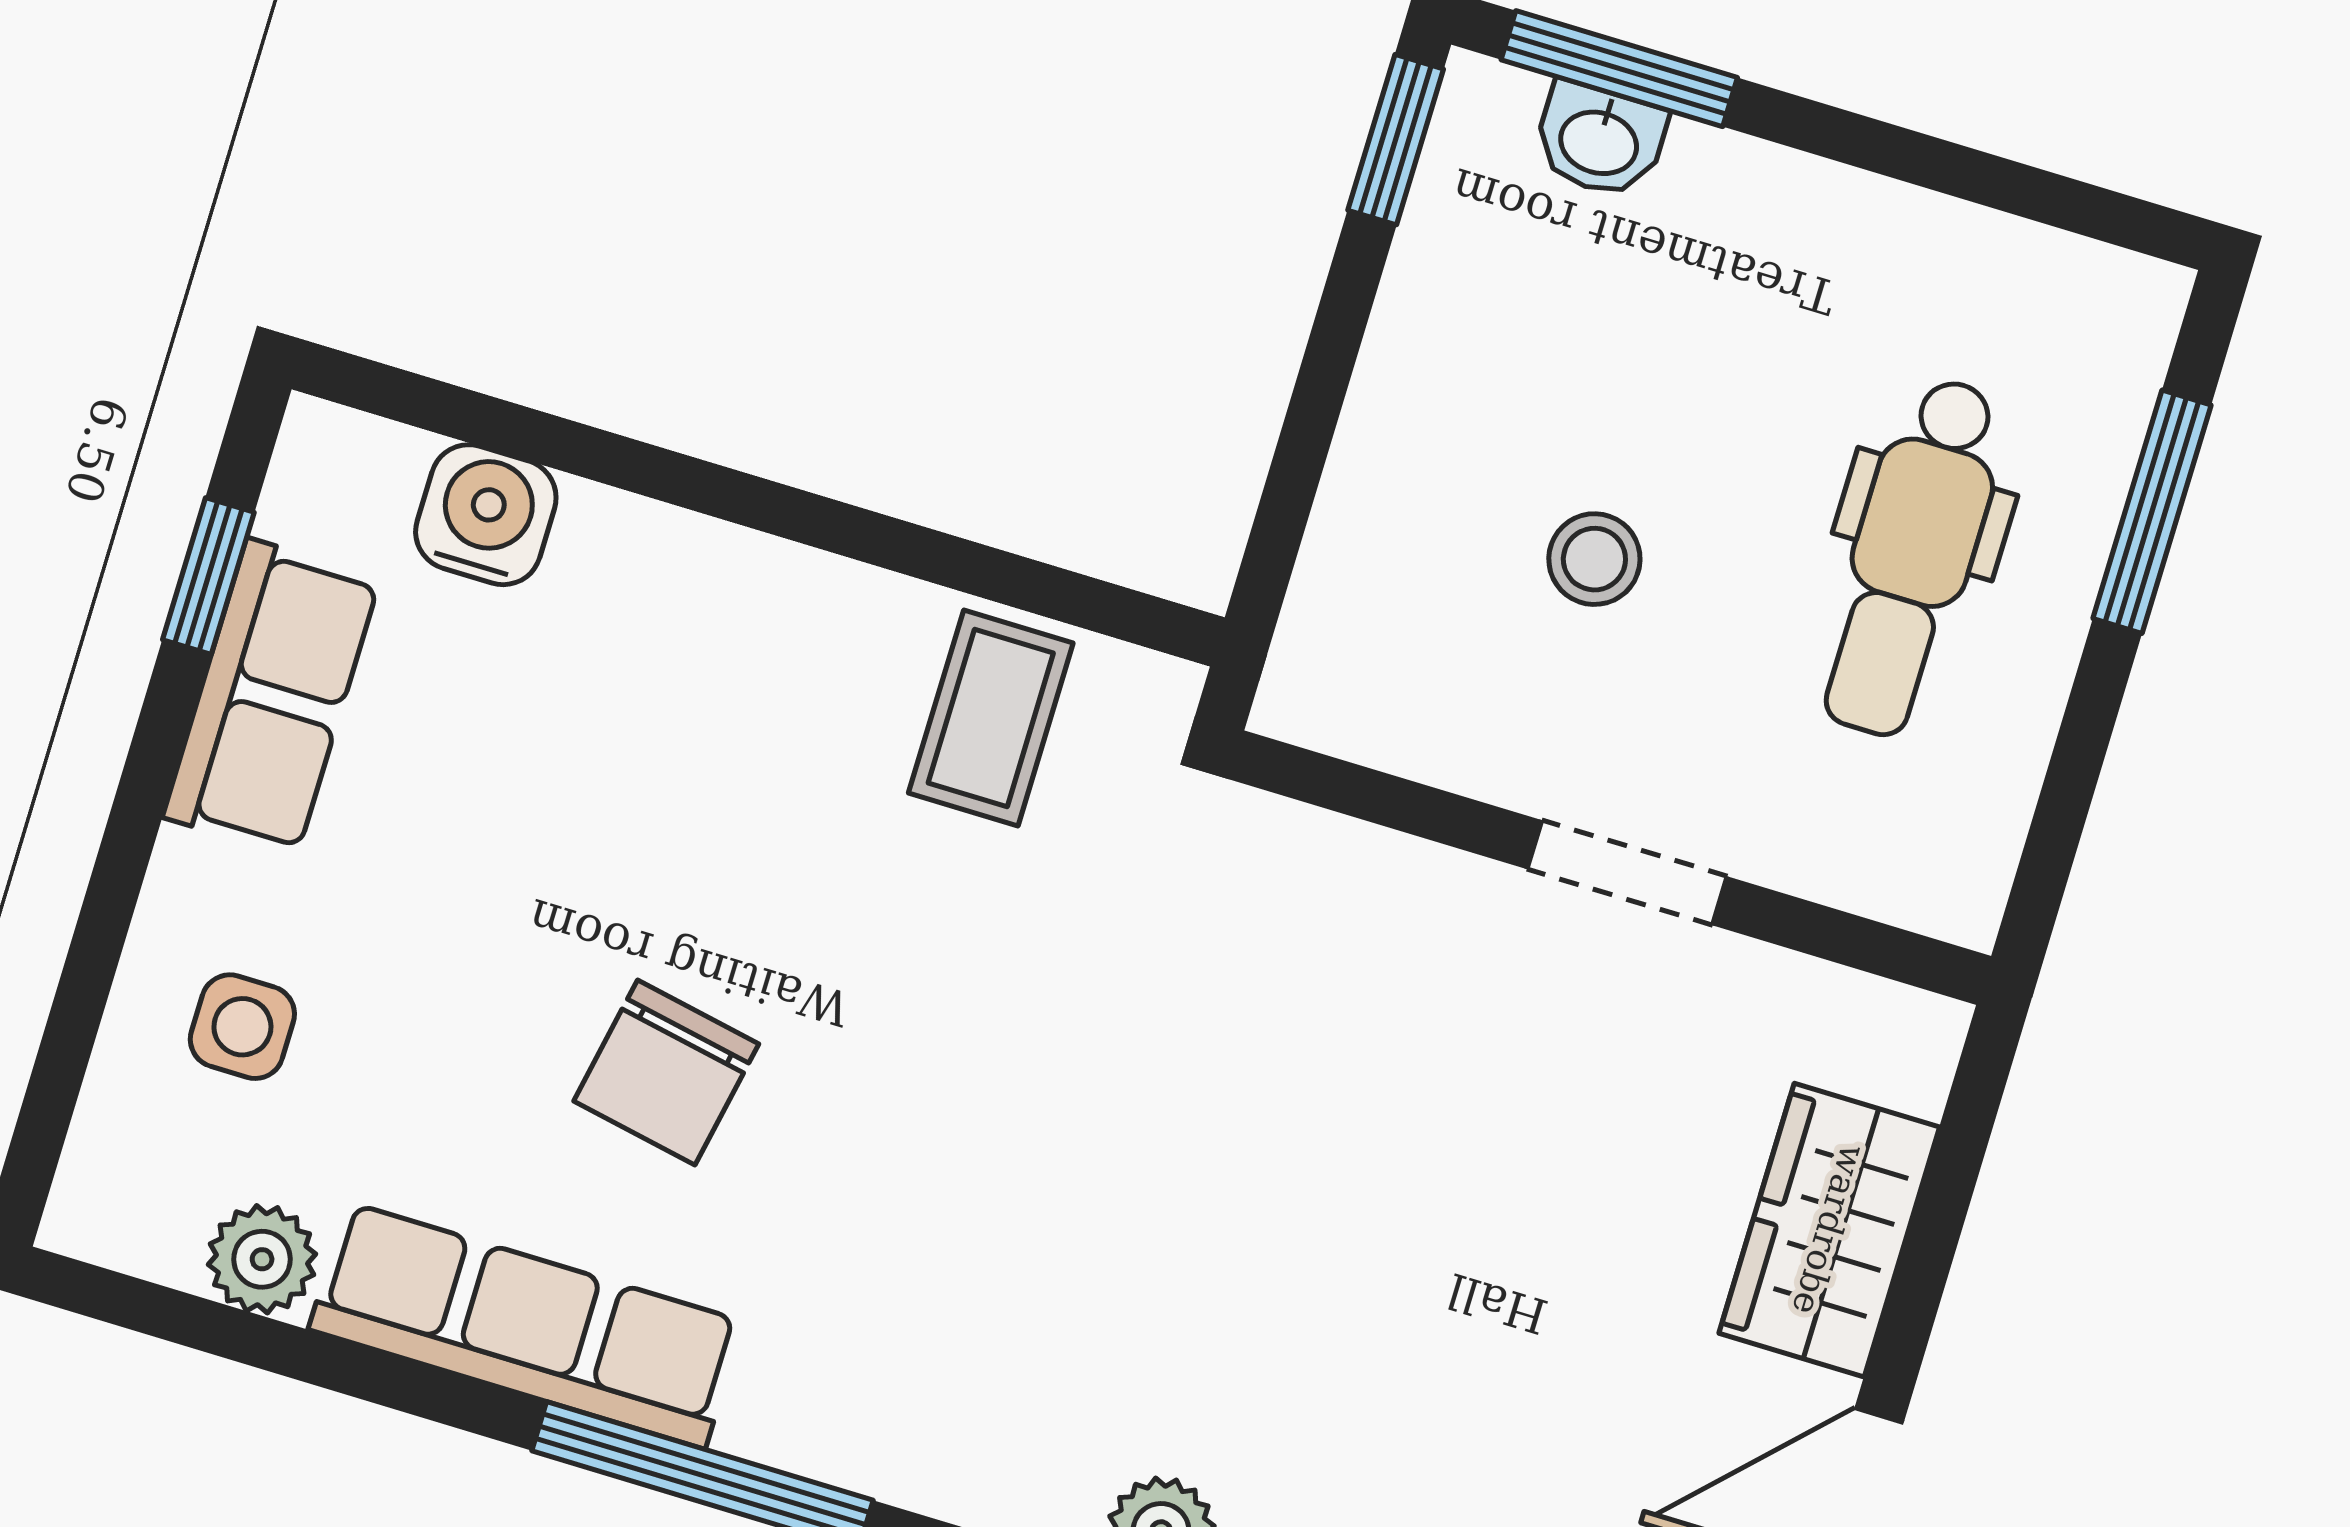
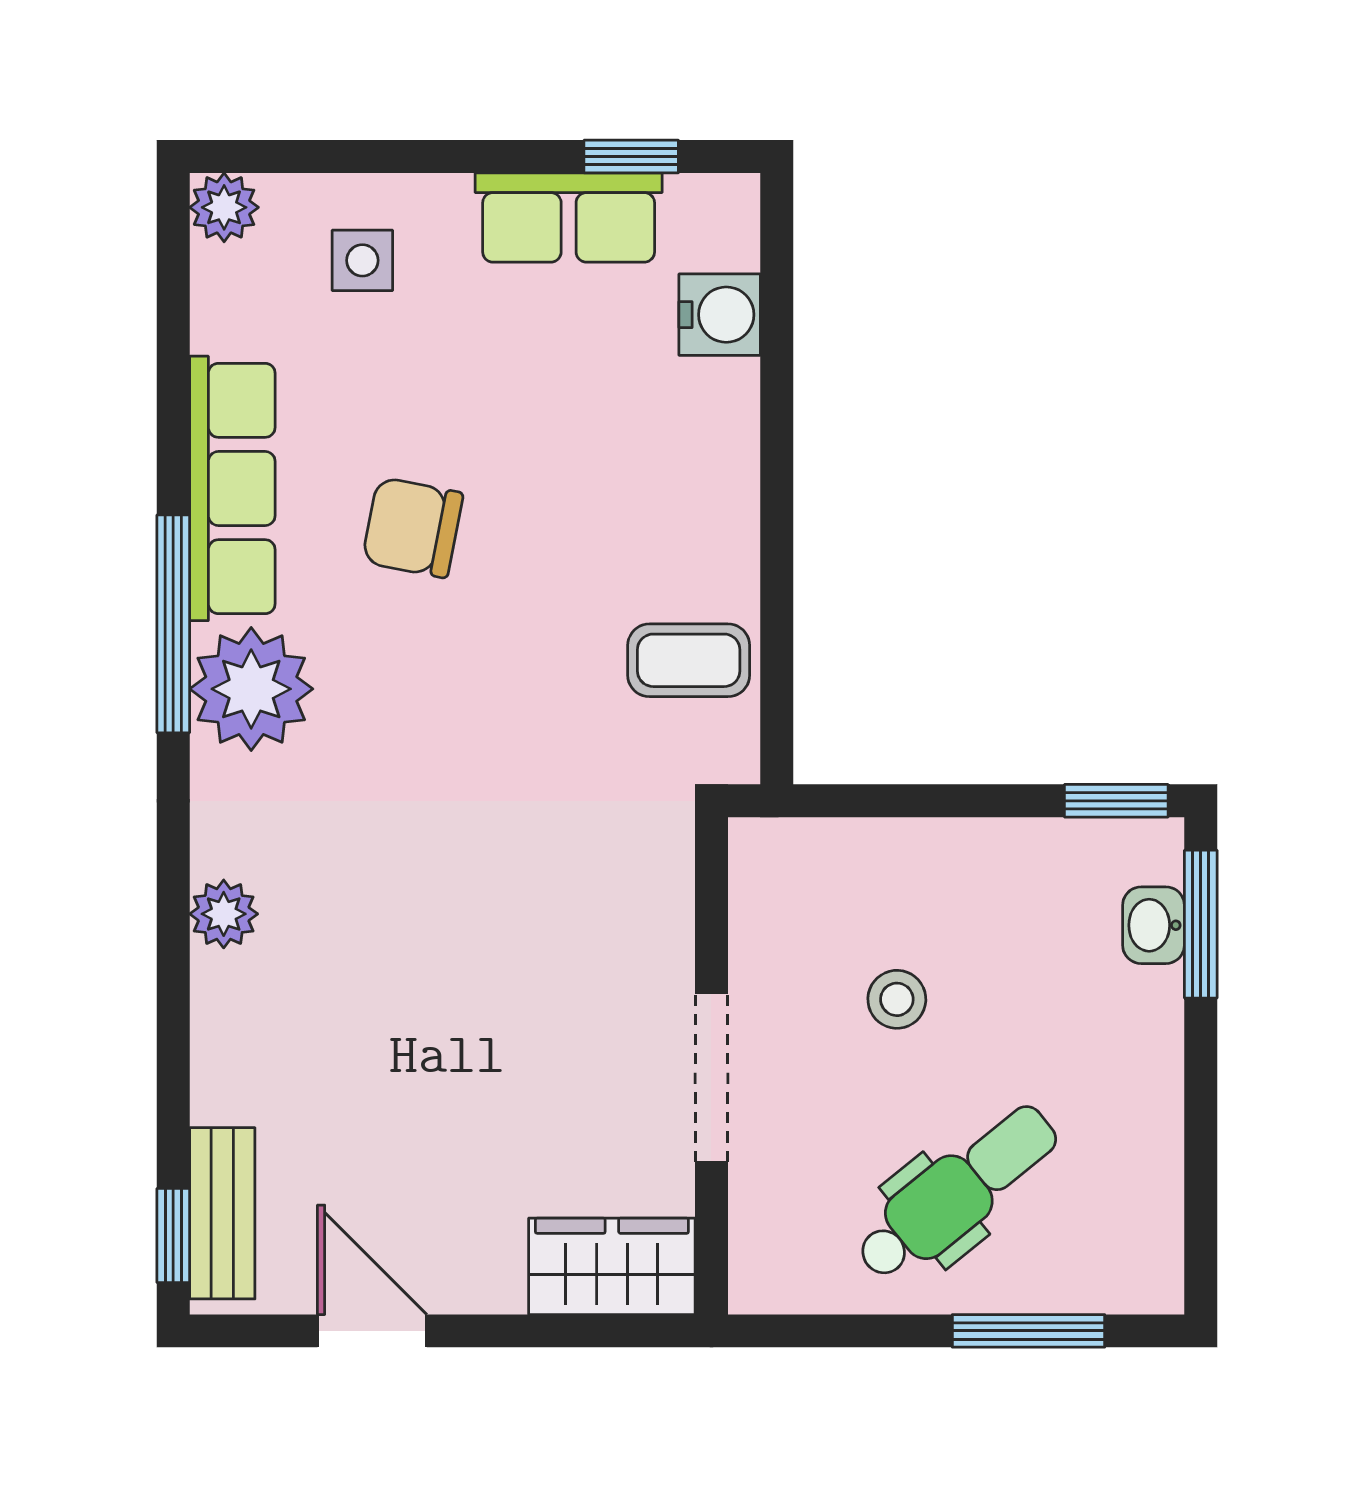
dental chair: (1912, 557) -> (957, 1193), turned 141
doorway: (1627, 873) -> (711, 1077), width x1.38
wardrobe: (1829, 1230) -> (612, 1266), moved
plant: (262, 1259) -> (224, 207), moved
plant: (836, 1388) -> (251, 689), added

